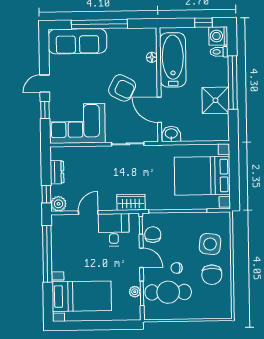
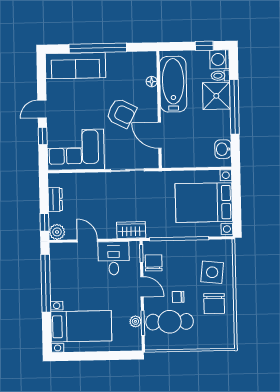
shower: (215, 100) -> (216, 96), moved
washbasin: (171, 134) -> (223, 149), moved, turned -90
door: (88, 212) -> (87, 241), hinge flipped

